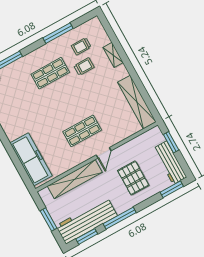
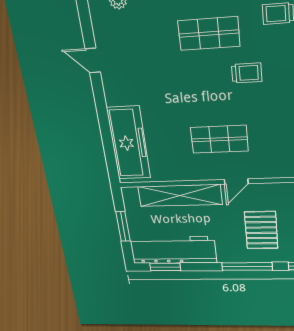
trolley: (84, 67) -> (247, 73), moved
window: (120, 218) -> (247, 266), moved

